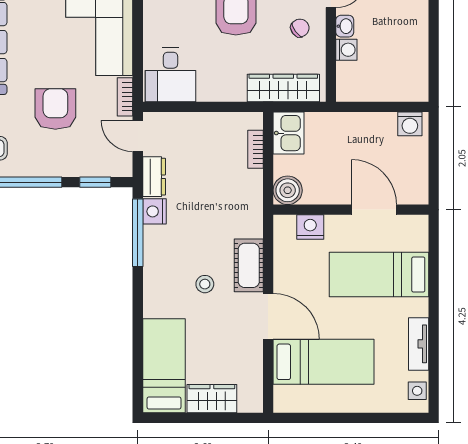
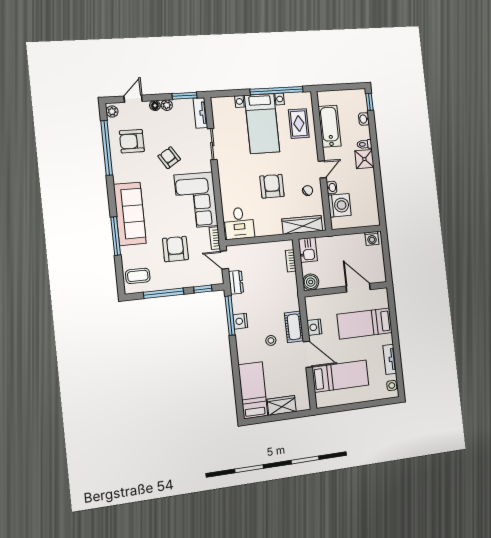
washing machine: (346, 50) -> (339, 205), width x1.89, depth x1.89
nightstand: (154, 211) -> (240, 321), moved
nightstand: (310, 227) -> (314, 327), moved, turned -90

